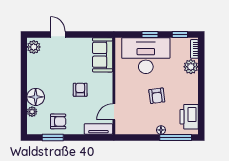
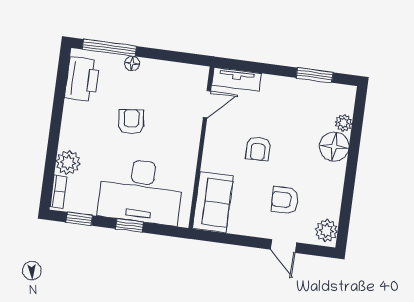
armchair: (58, 121) -> (285, 200), moved

